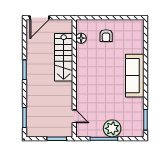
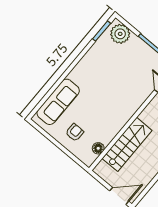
sofa: (135, 76) -> (58, 102), moved
plant: (112, 128) -> (120, 34), moved

